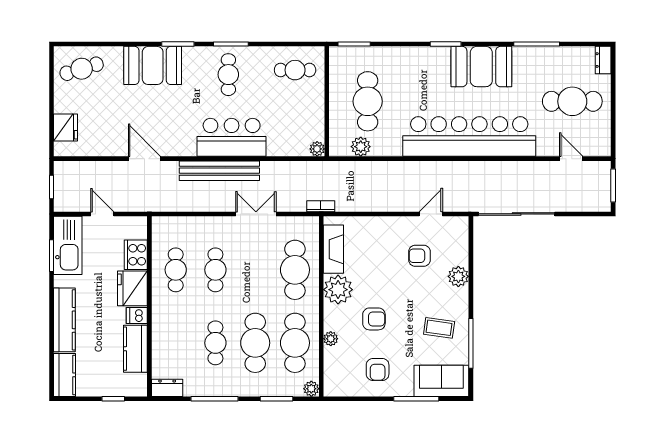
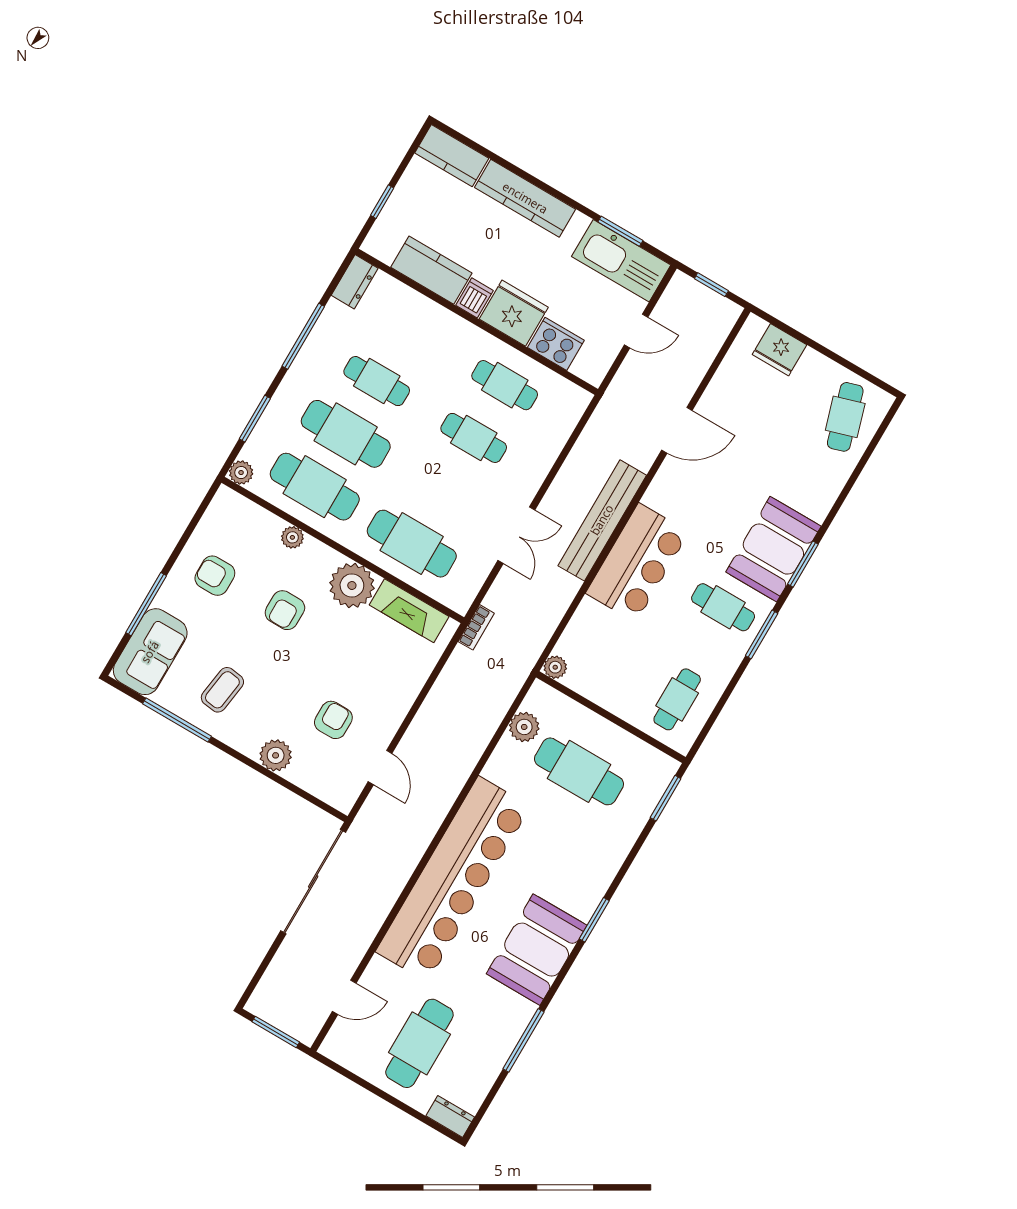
booth: (153, 65) -> (773, 549), moved

